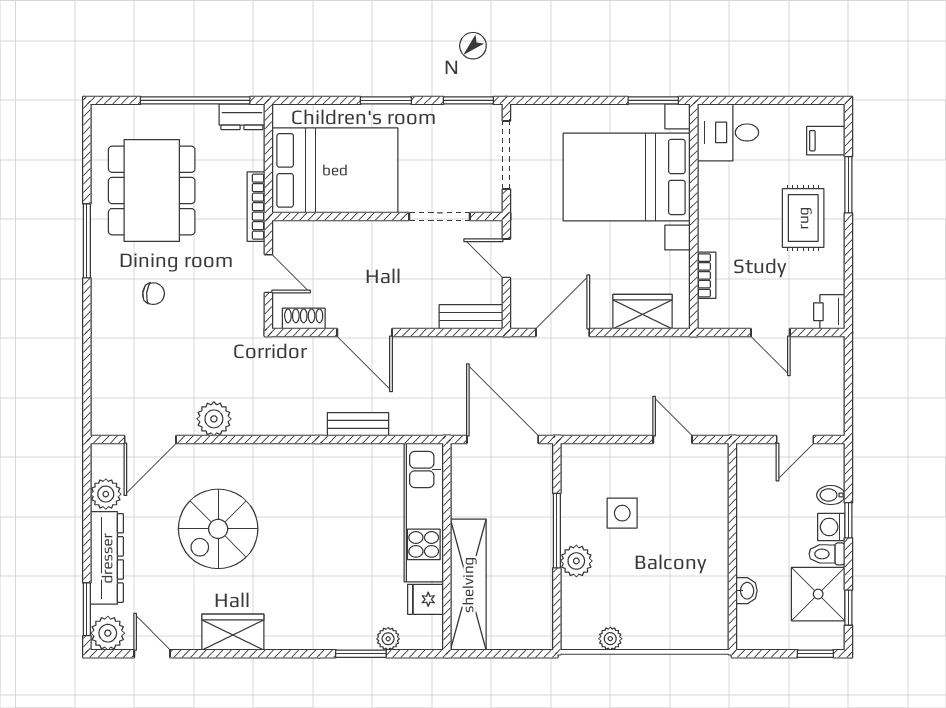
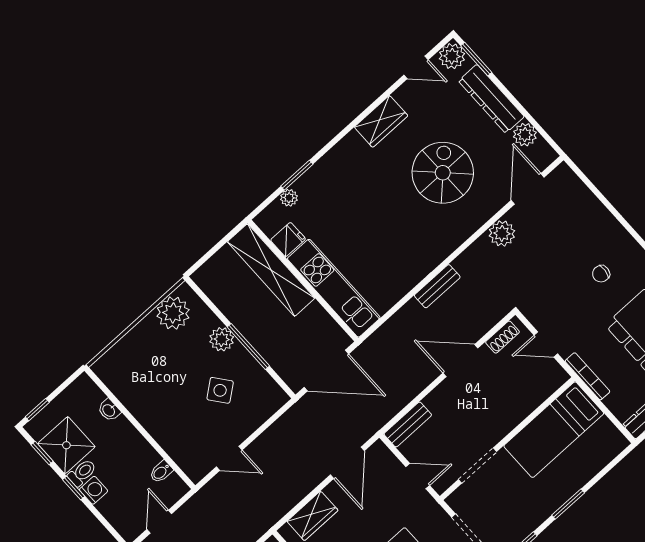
bed: (335, 170) -> (554, 430), width x0.67
bench: (358, 424) -> (437, 286), moved
bidet: (831, 495) -> (161, 472), moved, turned 180
side table: (622, 513) -> (220, 390), turned -38
window: (848, 520) -> (74, 488), moved
plant: (610, 639) -> (173, 313), width x1.87, depth x1.87

